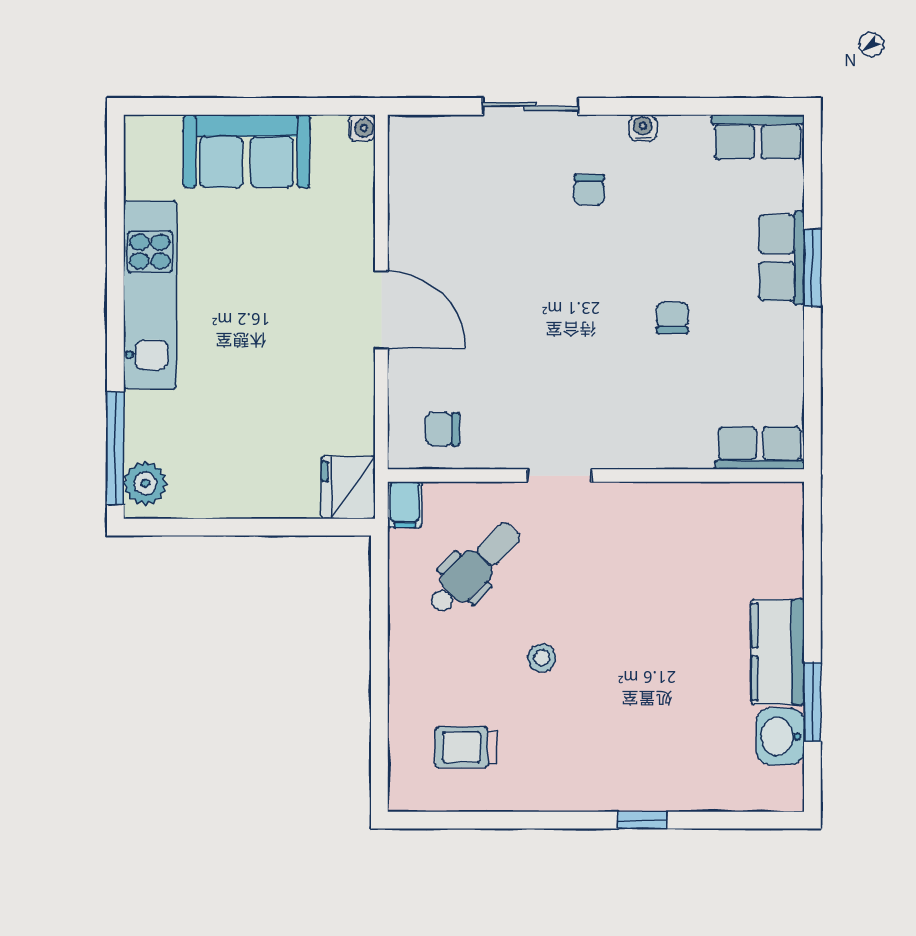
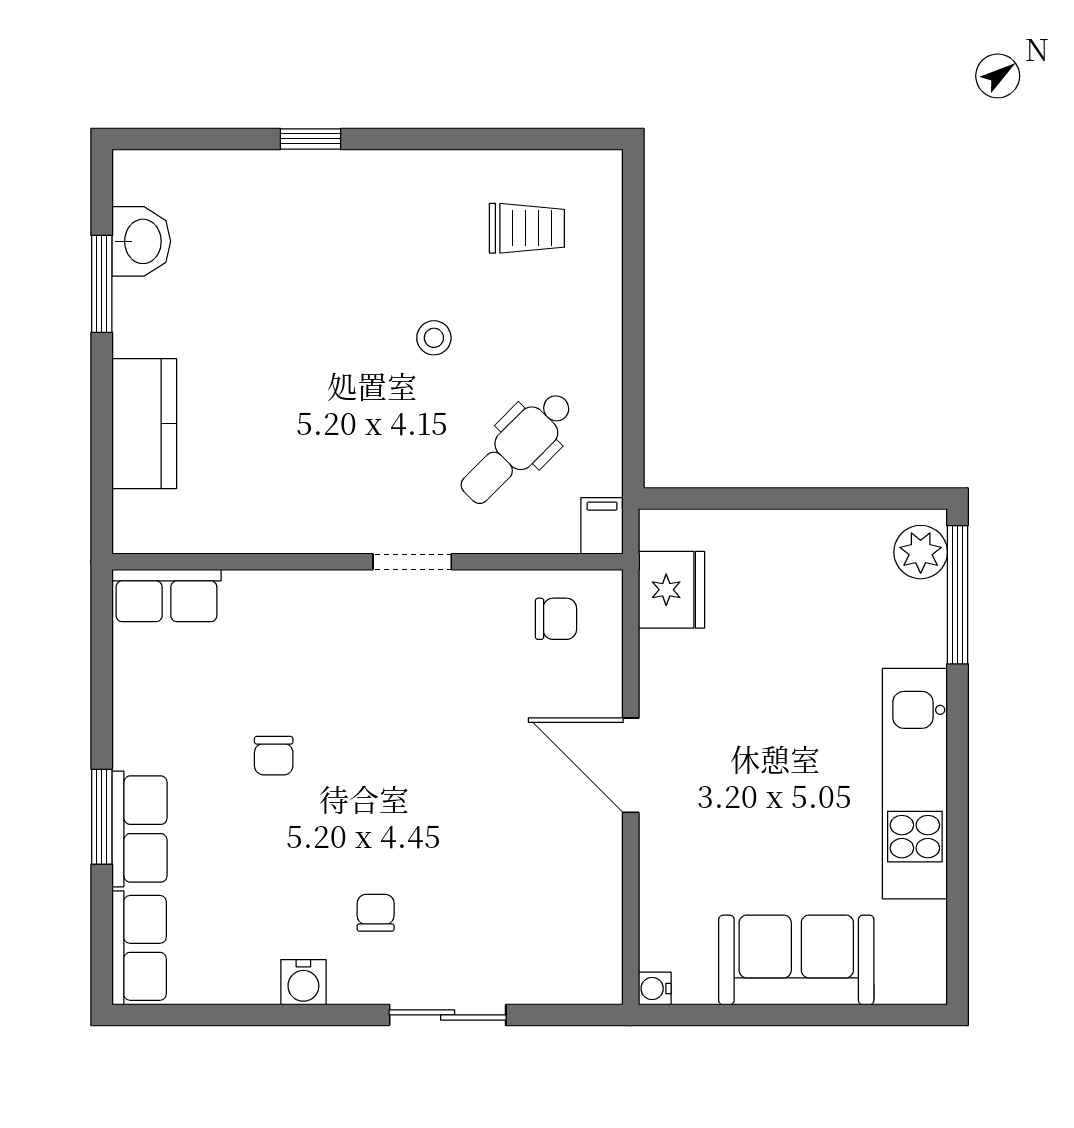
water cooler: (643, 128) -> (303, 982), width x1.38, depth x1.38
row of seats: (758, 137) -> (139, 948), moved, turned 90
fridge: (348, 488) -> (671, 590), moved
kitchen counter: (778, 652) -> (144, 424), moved

